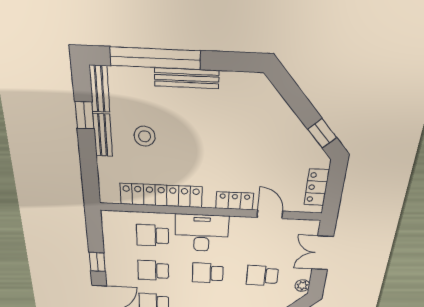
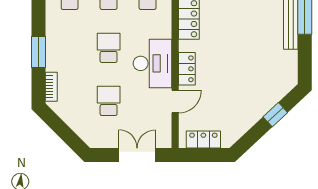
window: (322, 133) -> (275, 115), moved
desk: (202, 233) -> (152, 63), moved
plant: (302, 285) -> (99, 141), removed

